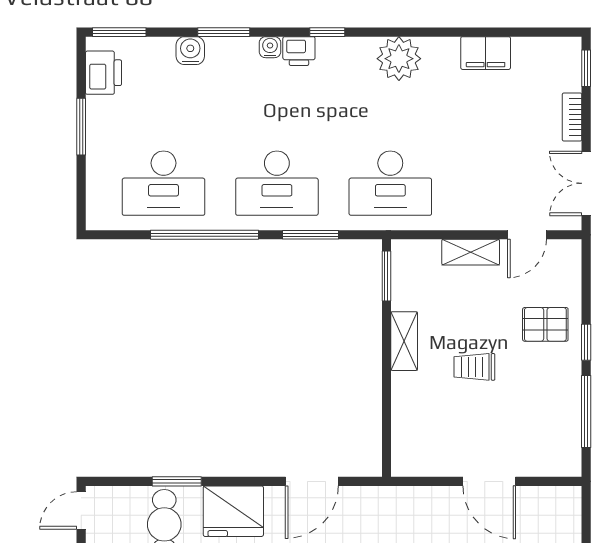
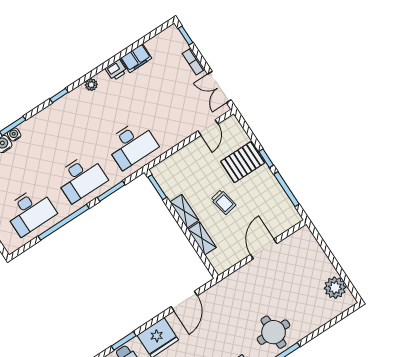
water cooler: (270, 47) -> (14, 135), moved
printer: (299, 51) -> (116, 70), moved
plant: (399, 59) -> (91, 85), width x0.53, depth x0.53
shelving: (471, 252) -> (202, 238), moved, turned 90
pallet: (545, 324) -> (243, 162), width x1.50, depth x1.42
trolley: (474, 367) -> (223, 202), turned -101
door: (489, 481) -> (264, 249), swing flipped

